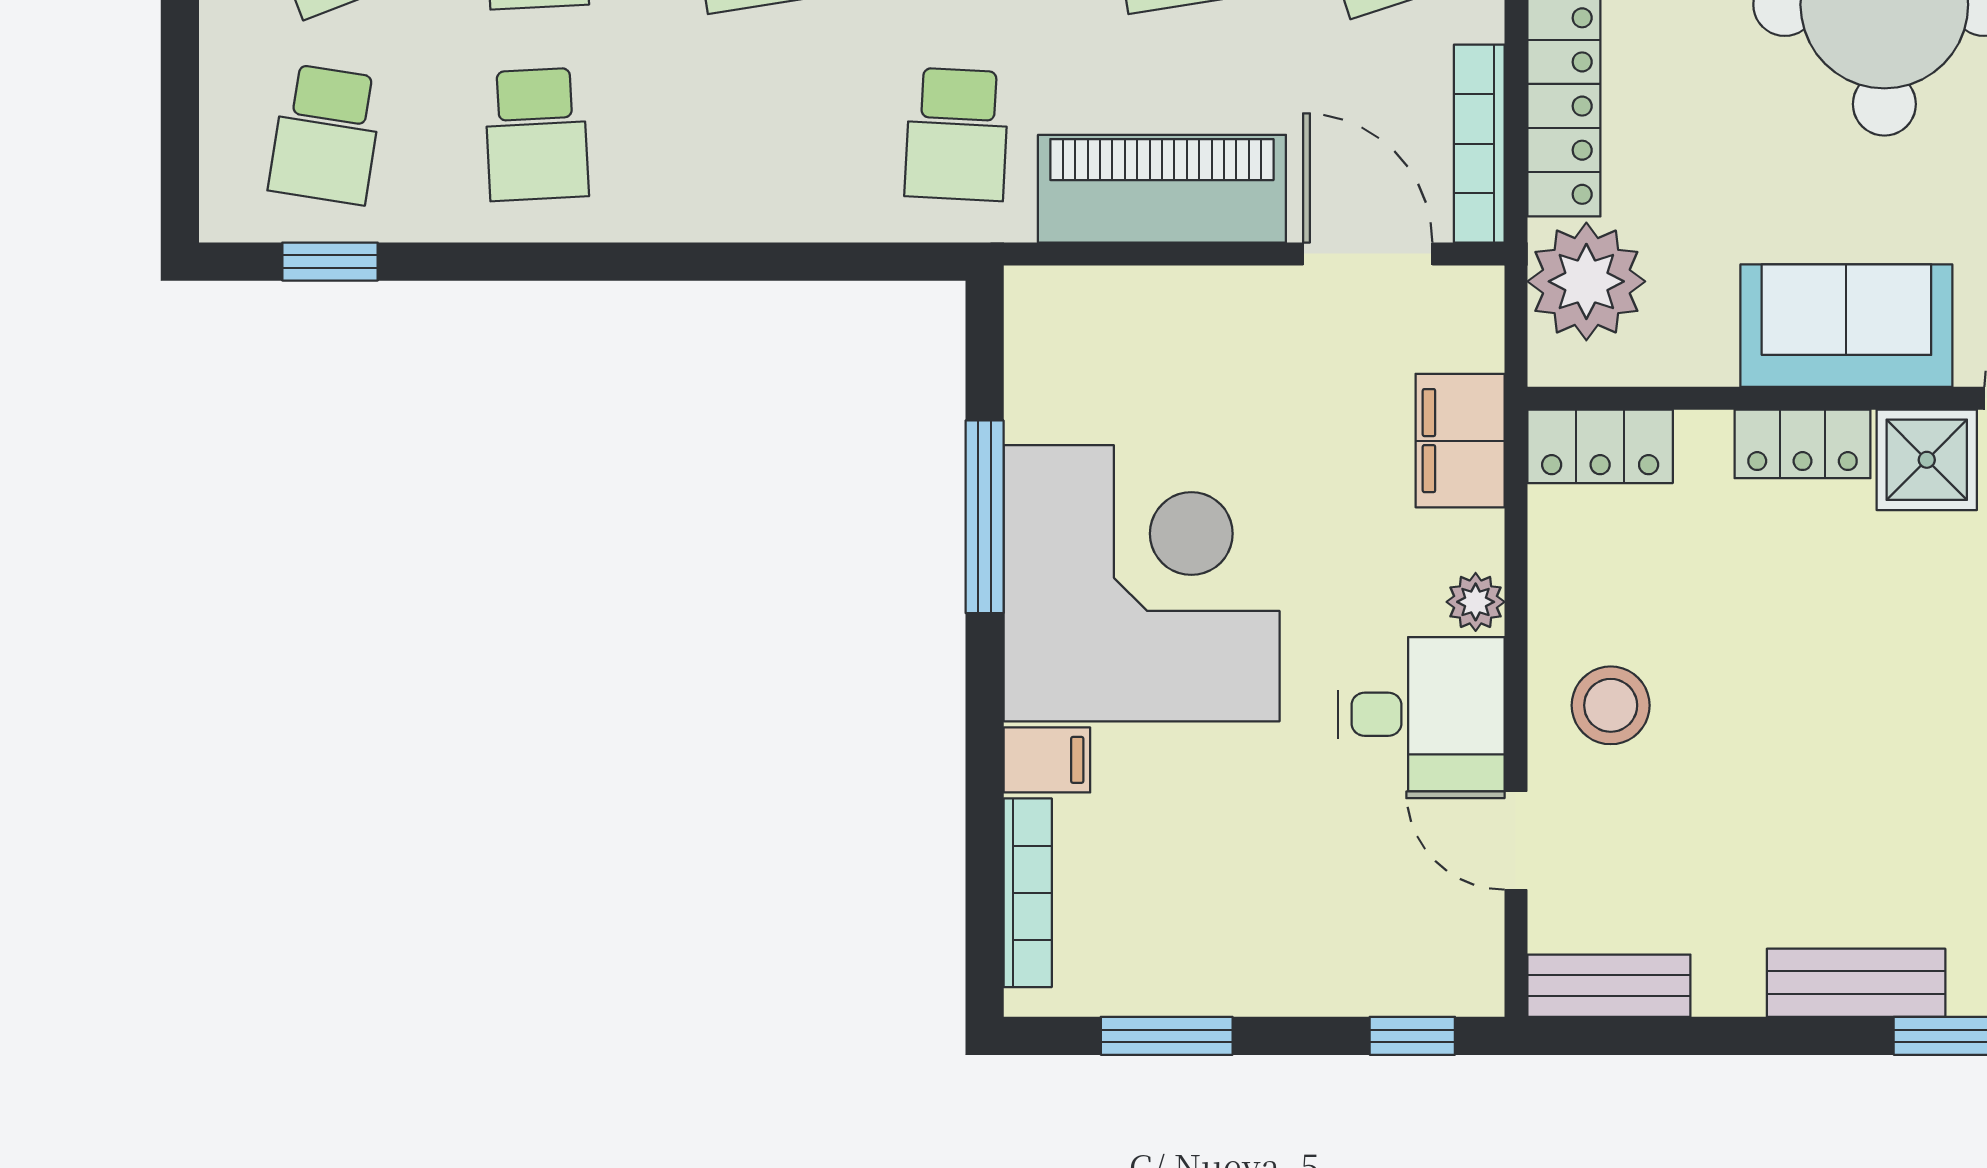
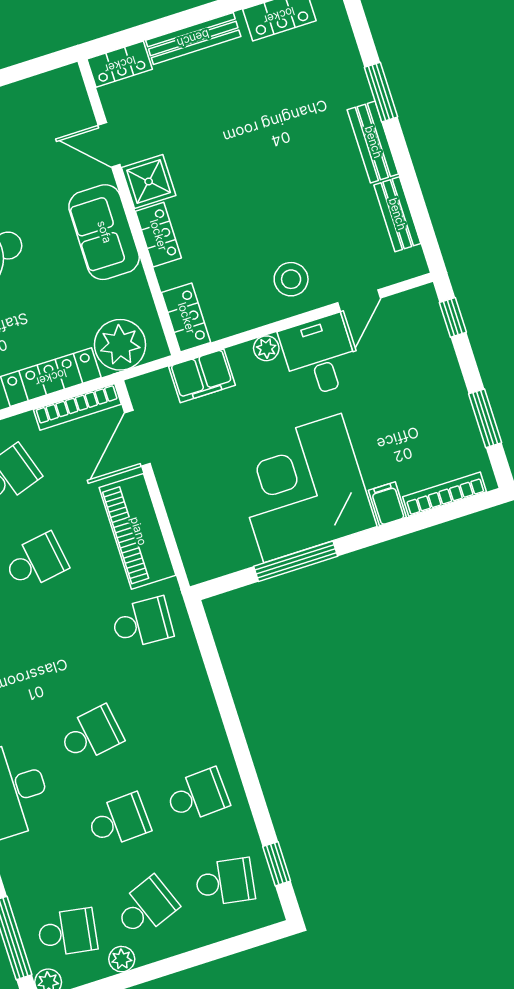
bench: (1609, 986) -> (397, 214), moved

